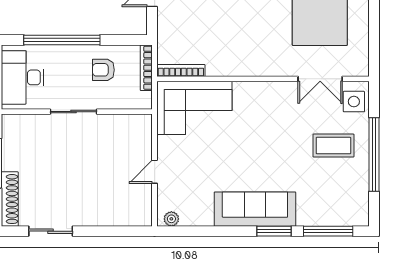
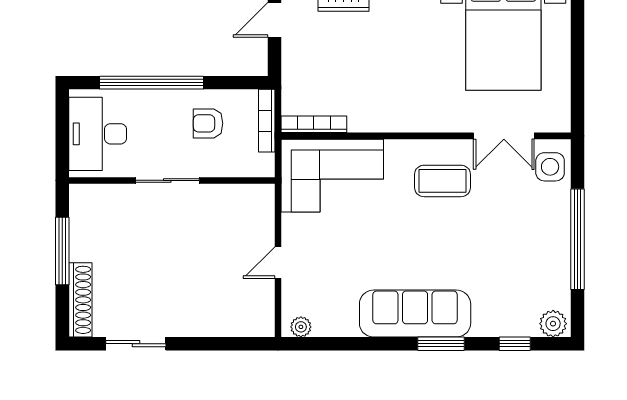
coffee table: (333, 146) -> (442, 181), moved
plant: (356, 216) -> (553, 324), added
window: (328, 231) -> (515, 344), width x0.46

